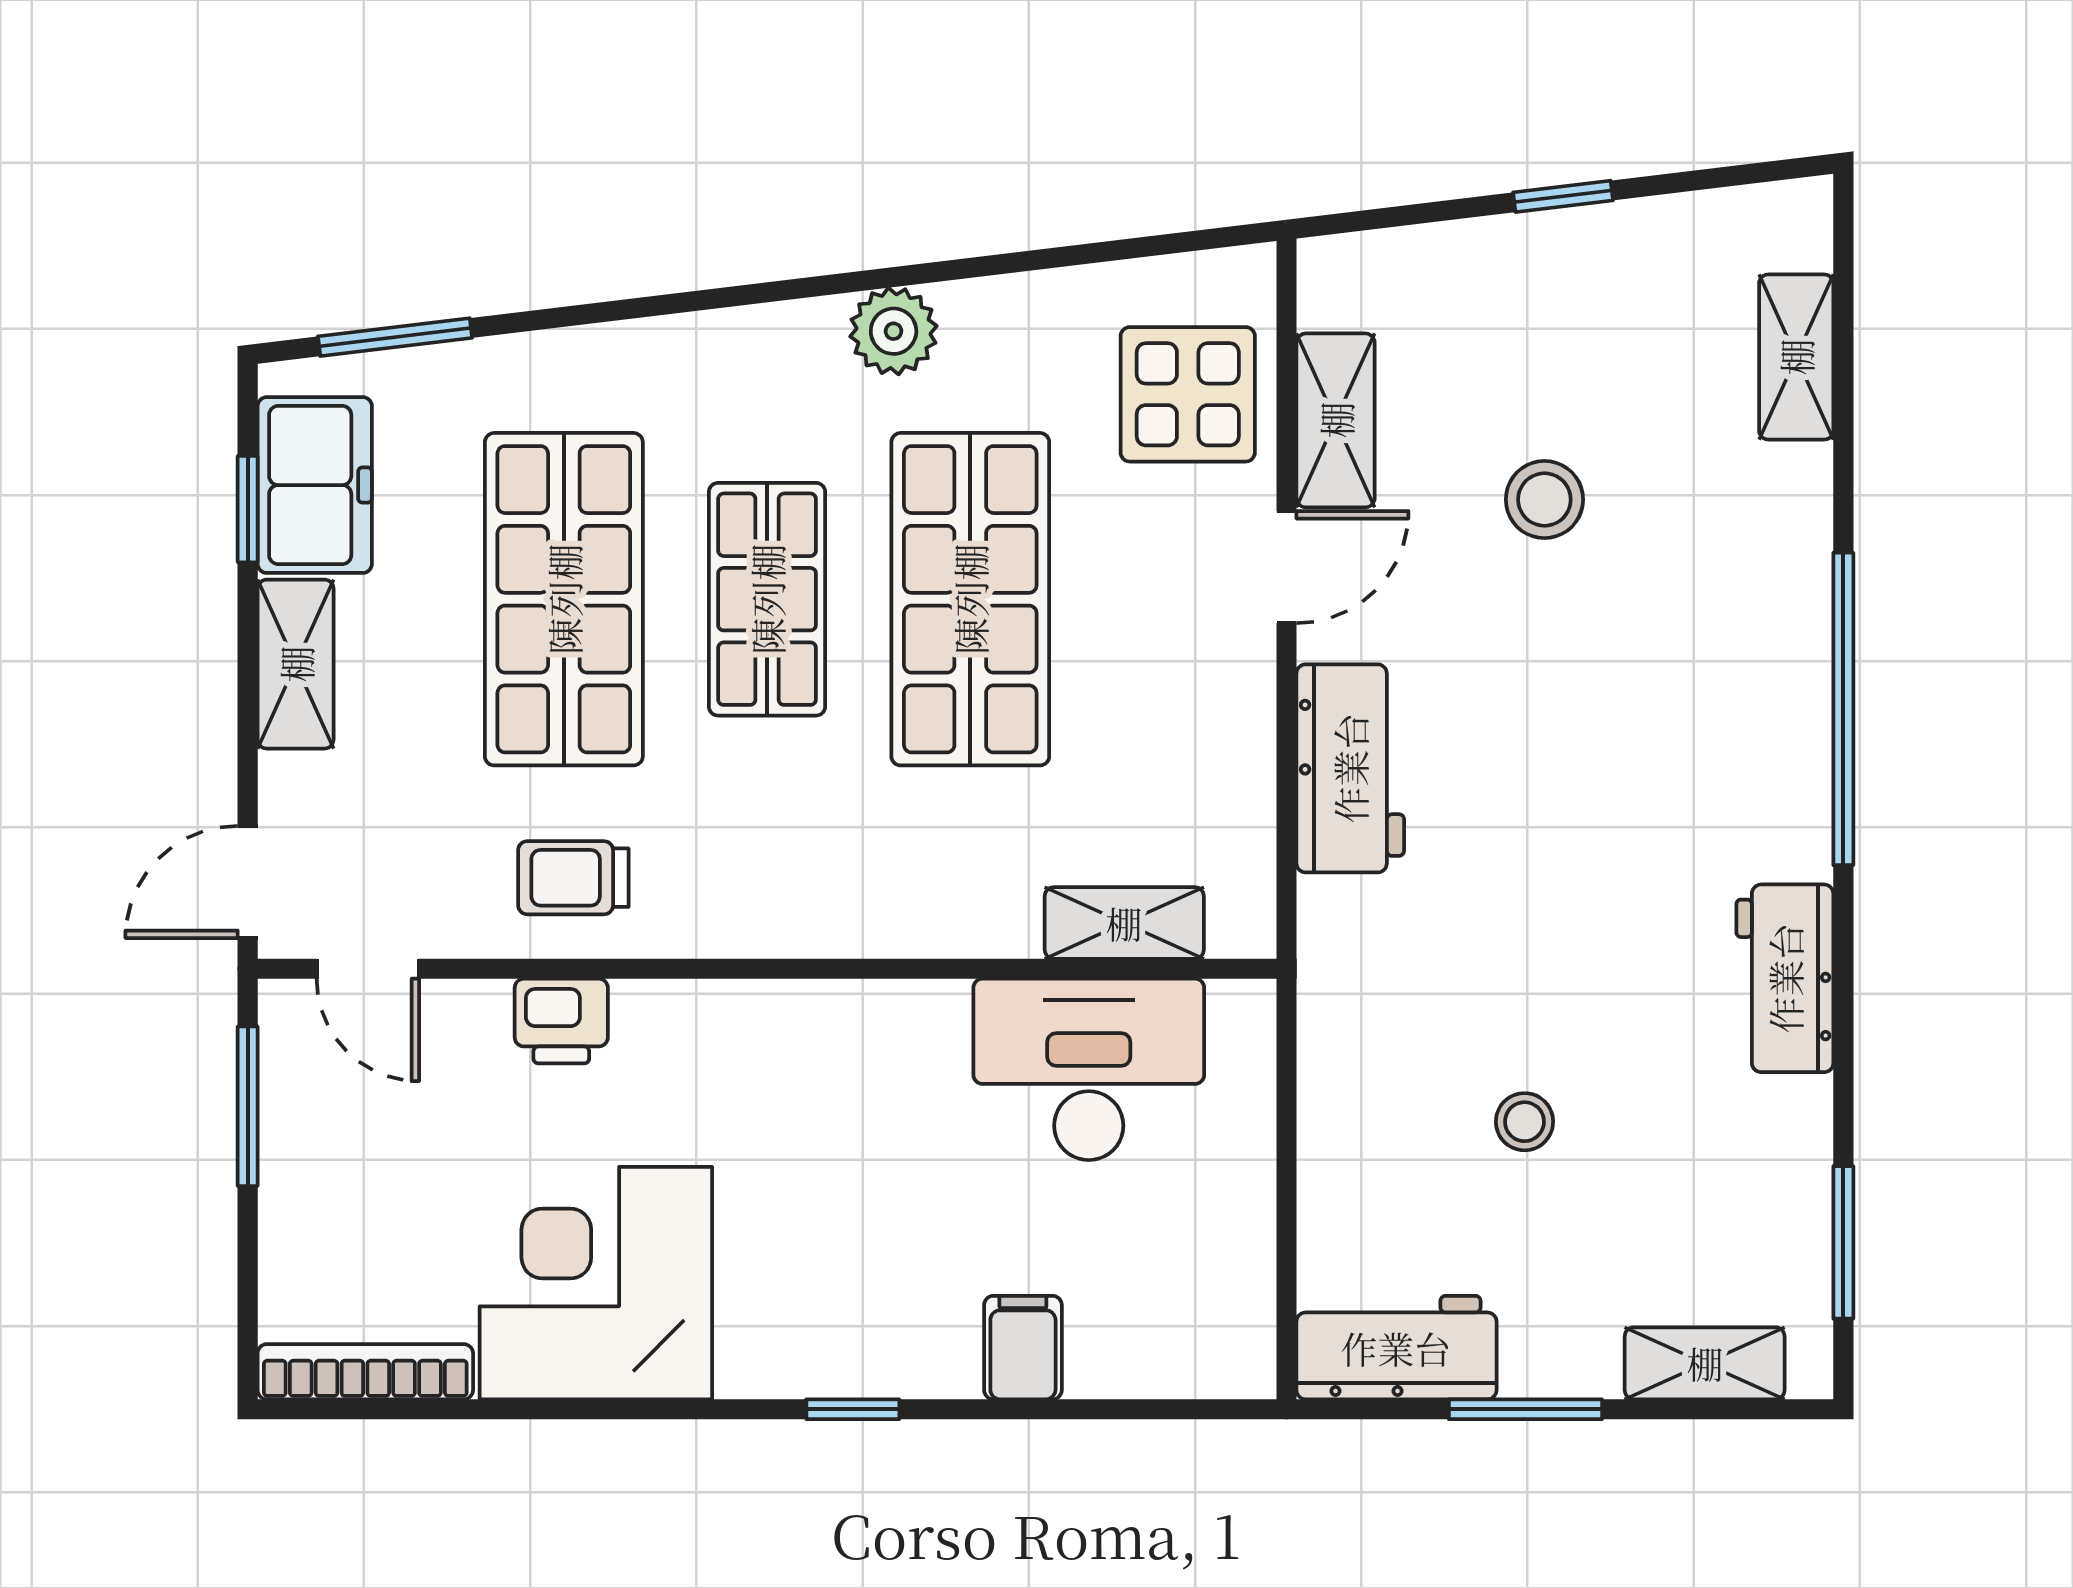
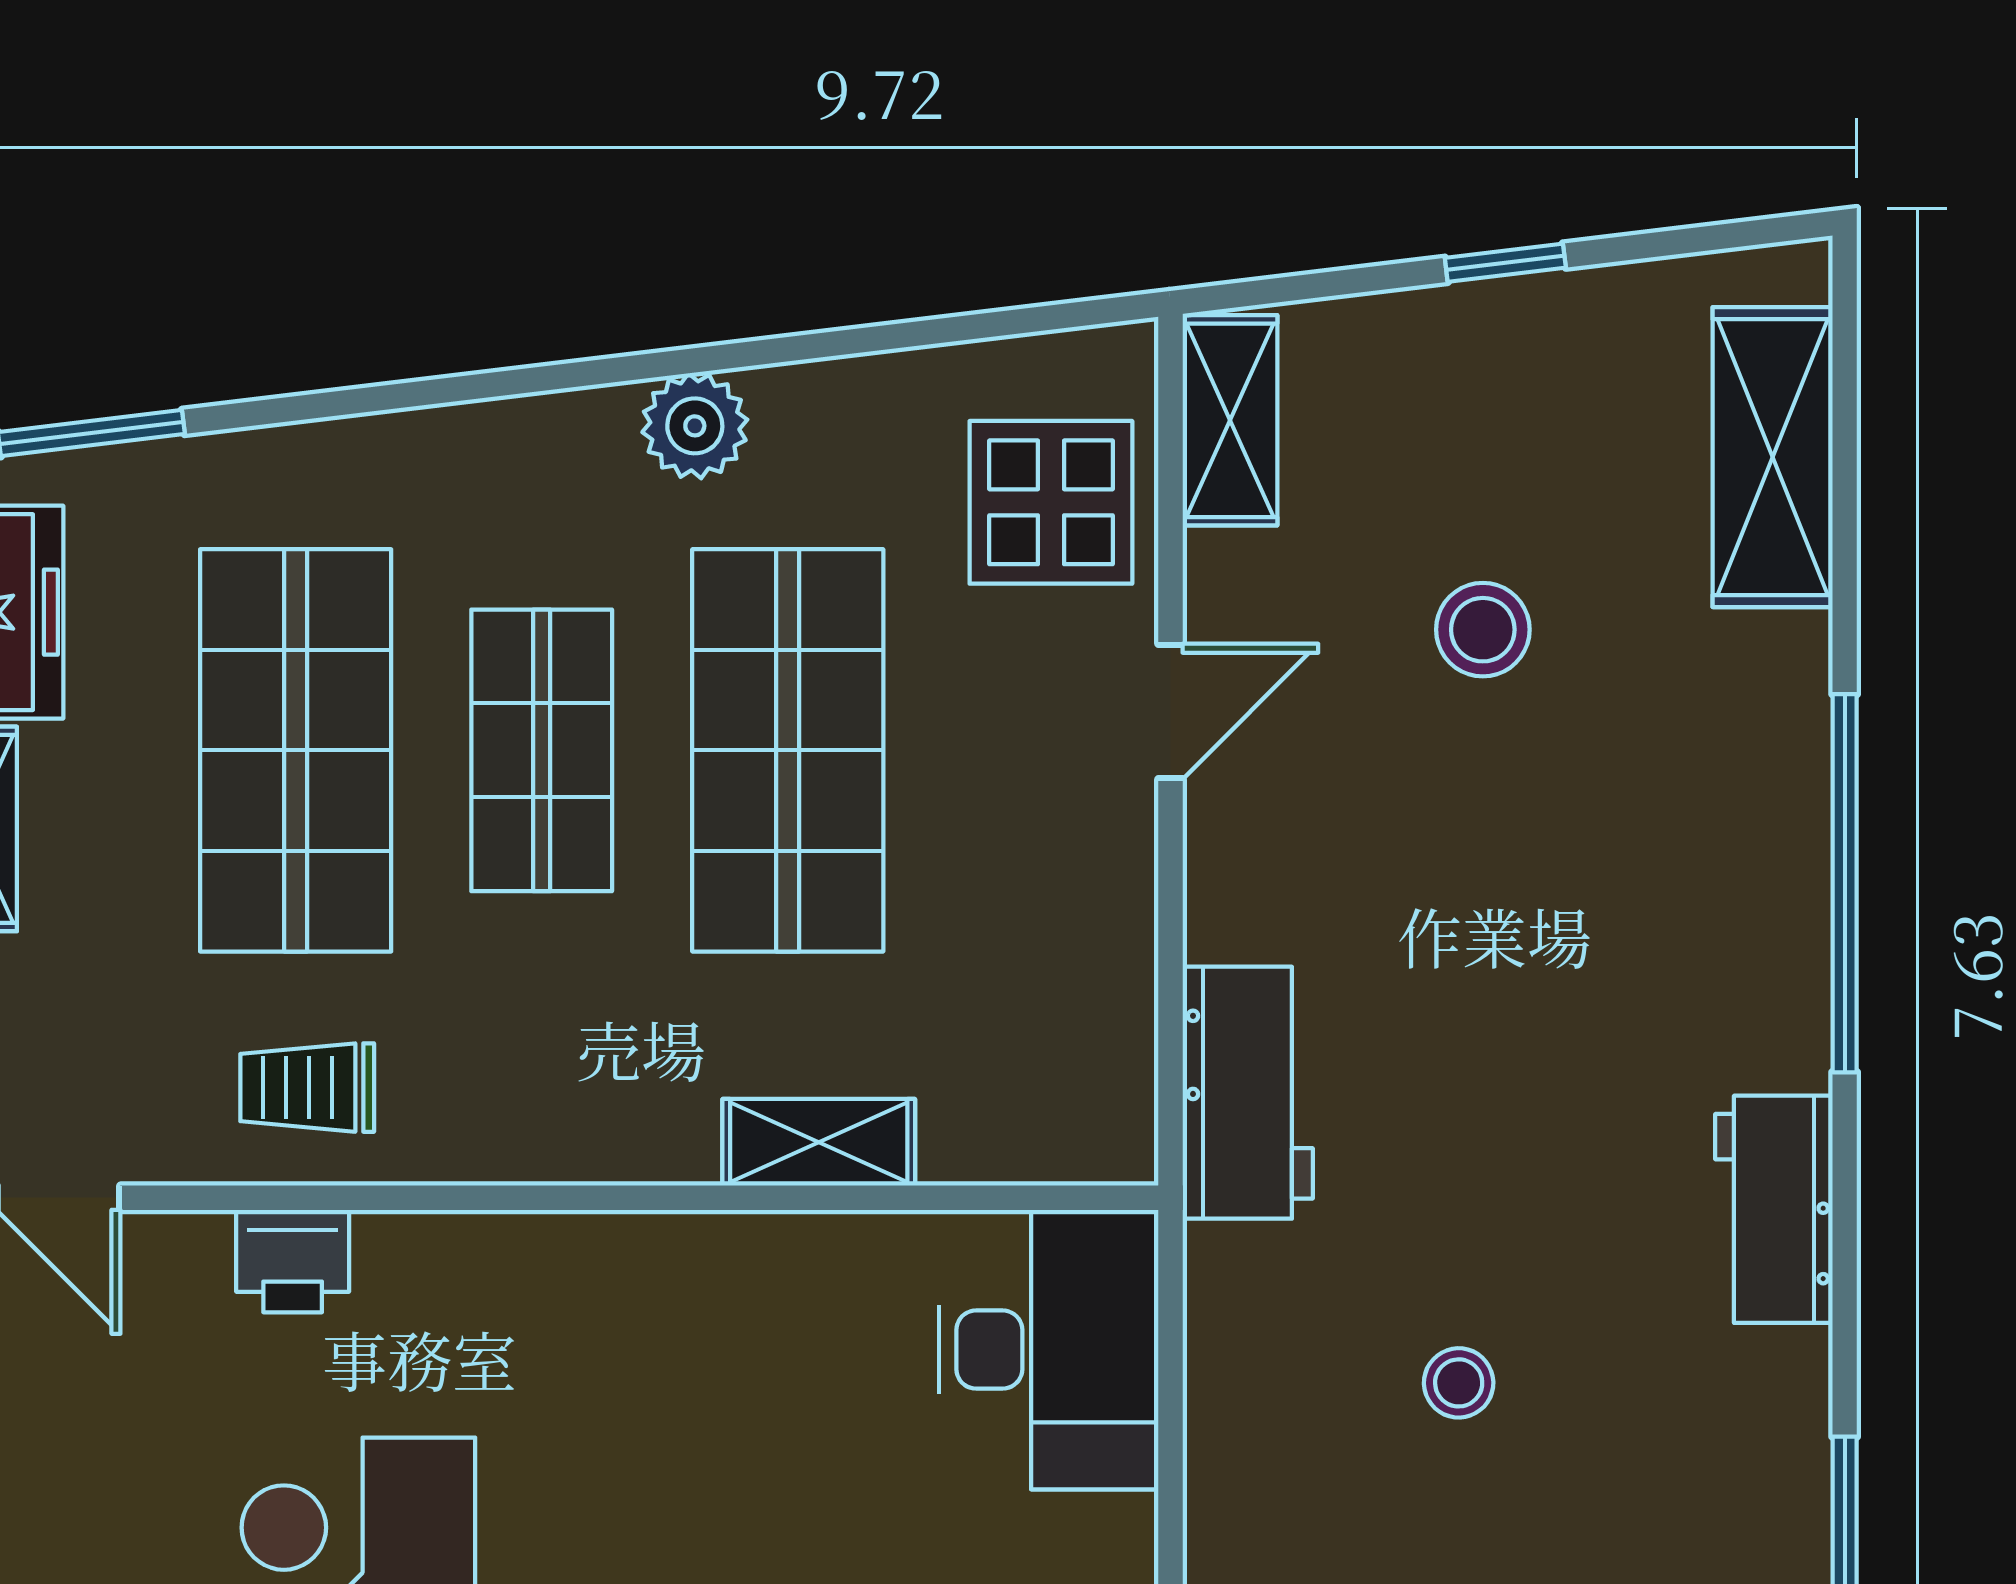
shelving: (1796, 357) -> (1773, 457), width x1.50, depth x1.33
shelving: (1336, 420) -> (1230, 420), moved
workbench: (1350, 768) -> (1248, 1093), moved
shelving: (1124, 923) -> (819, 1142), moved
desk: (1089, 1069) -> (1049, 1350), moved, turned 90

